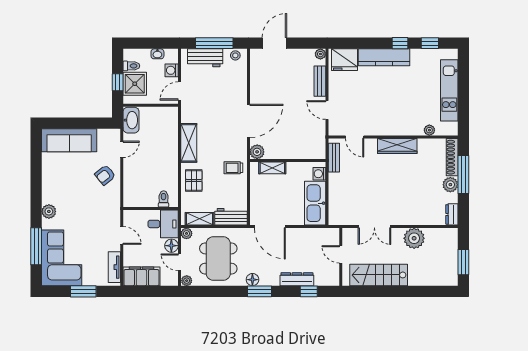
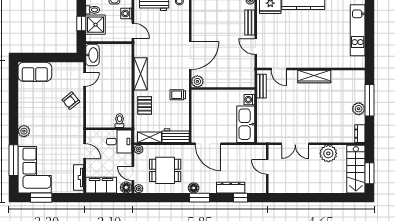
door: (180, 91) -> (133, 31), swing flipped
plant: (429, 130) -> (341, 63), removed
sofa: (69, 140) -> (35, 72), width x0.73
shoe rack: (452, 157) -> (360, 86), removed
shelving: (272, 168) -> (210, 95), removed
floor lamp: (171, 246) -> (126, 187), moved
dining table: (218, 259) -> (165, 170), width x0.73
stairs: (379, 275) -> (356, 169), moved, turned -90
window: (83, 291) -> (41, 198), moved

